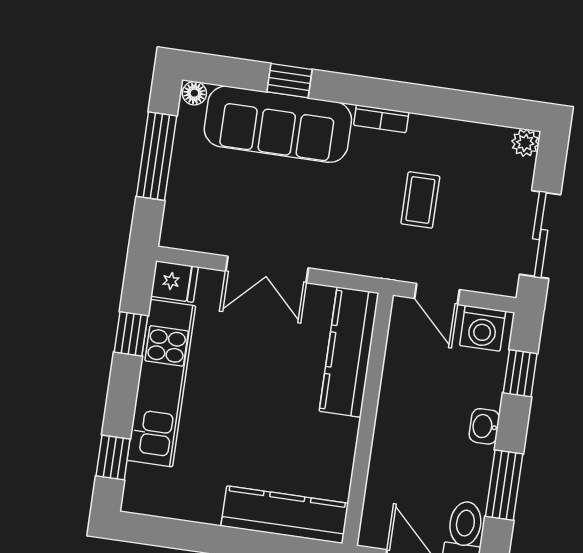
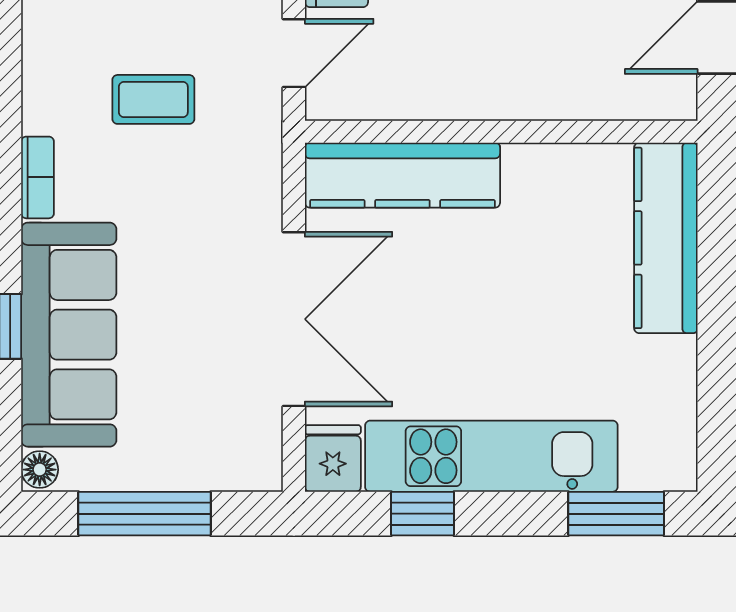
double door: (267, 270) -> (294, 319), width x1.37
window: (113, 457) -> (616, 514), width x1.50

